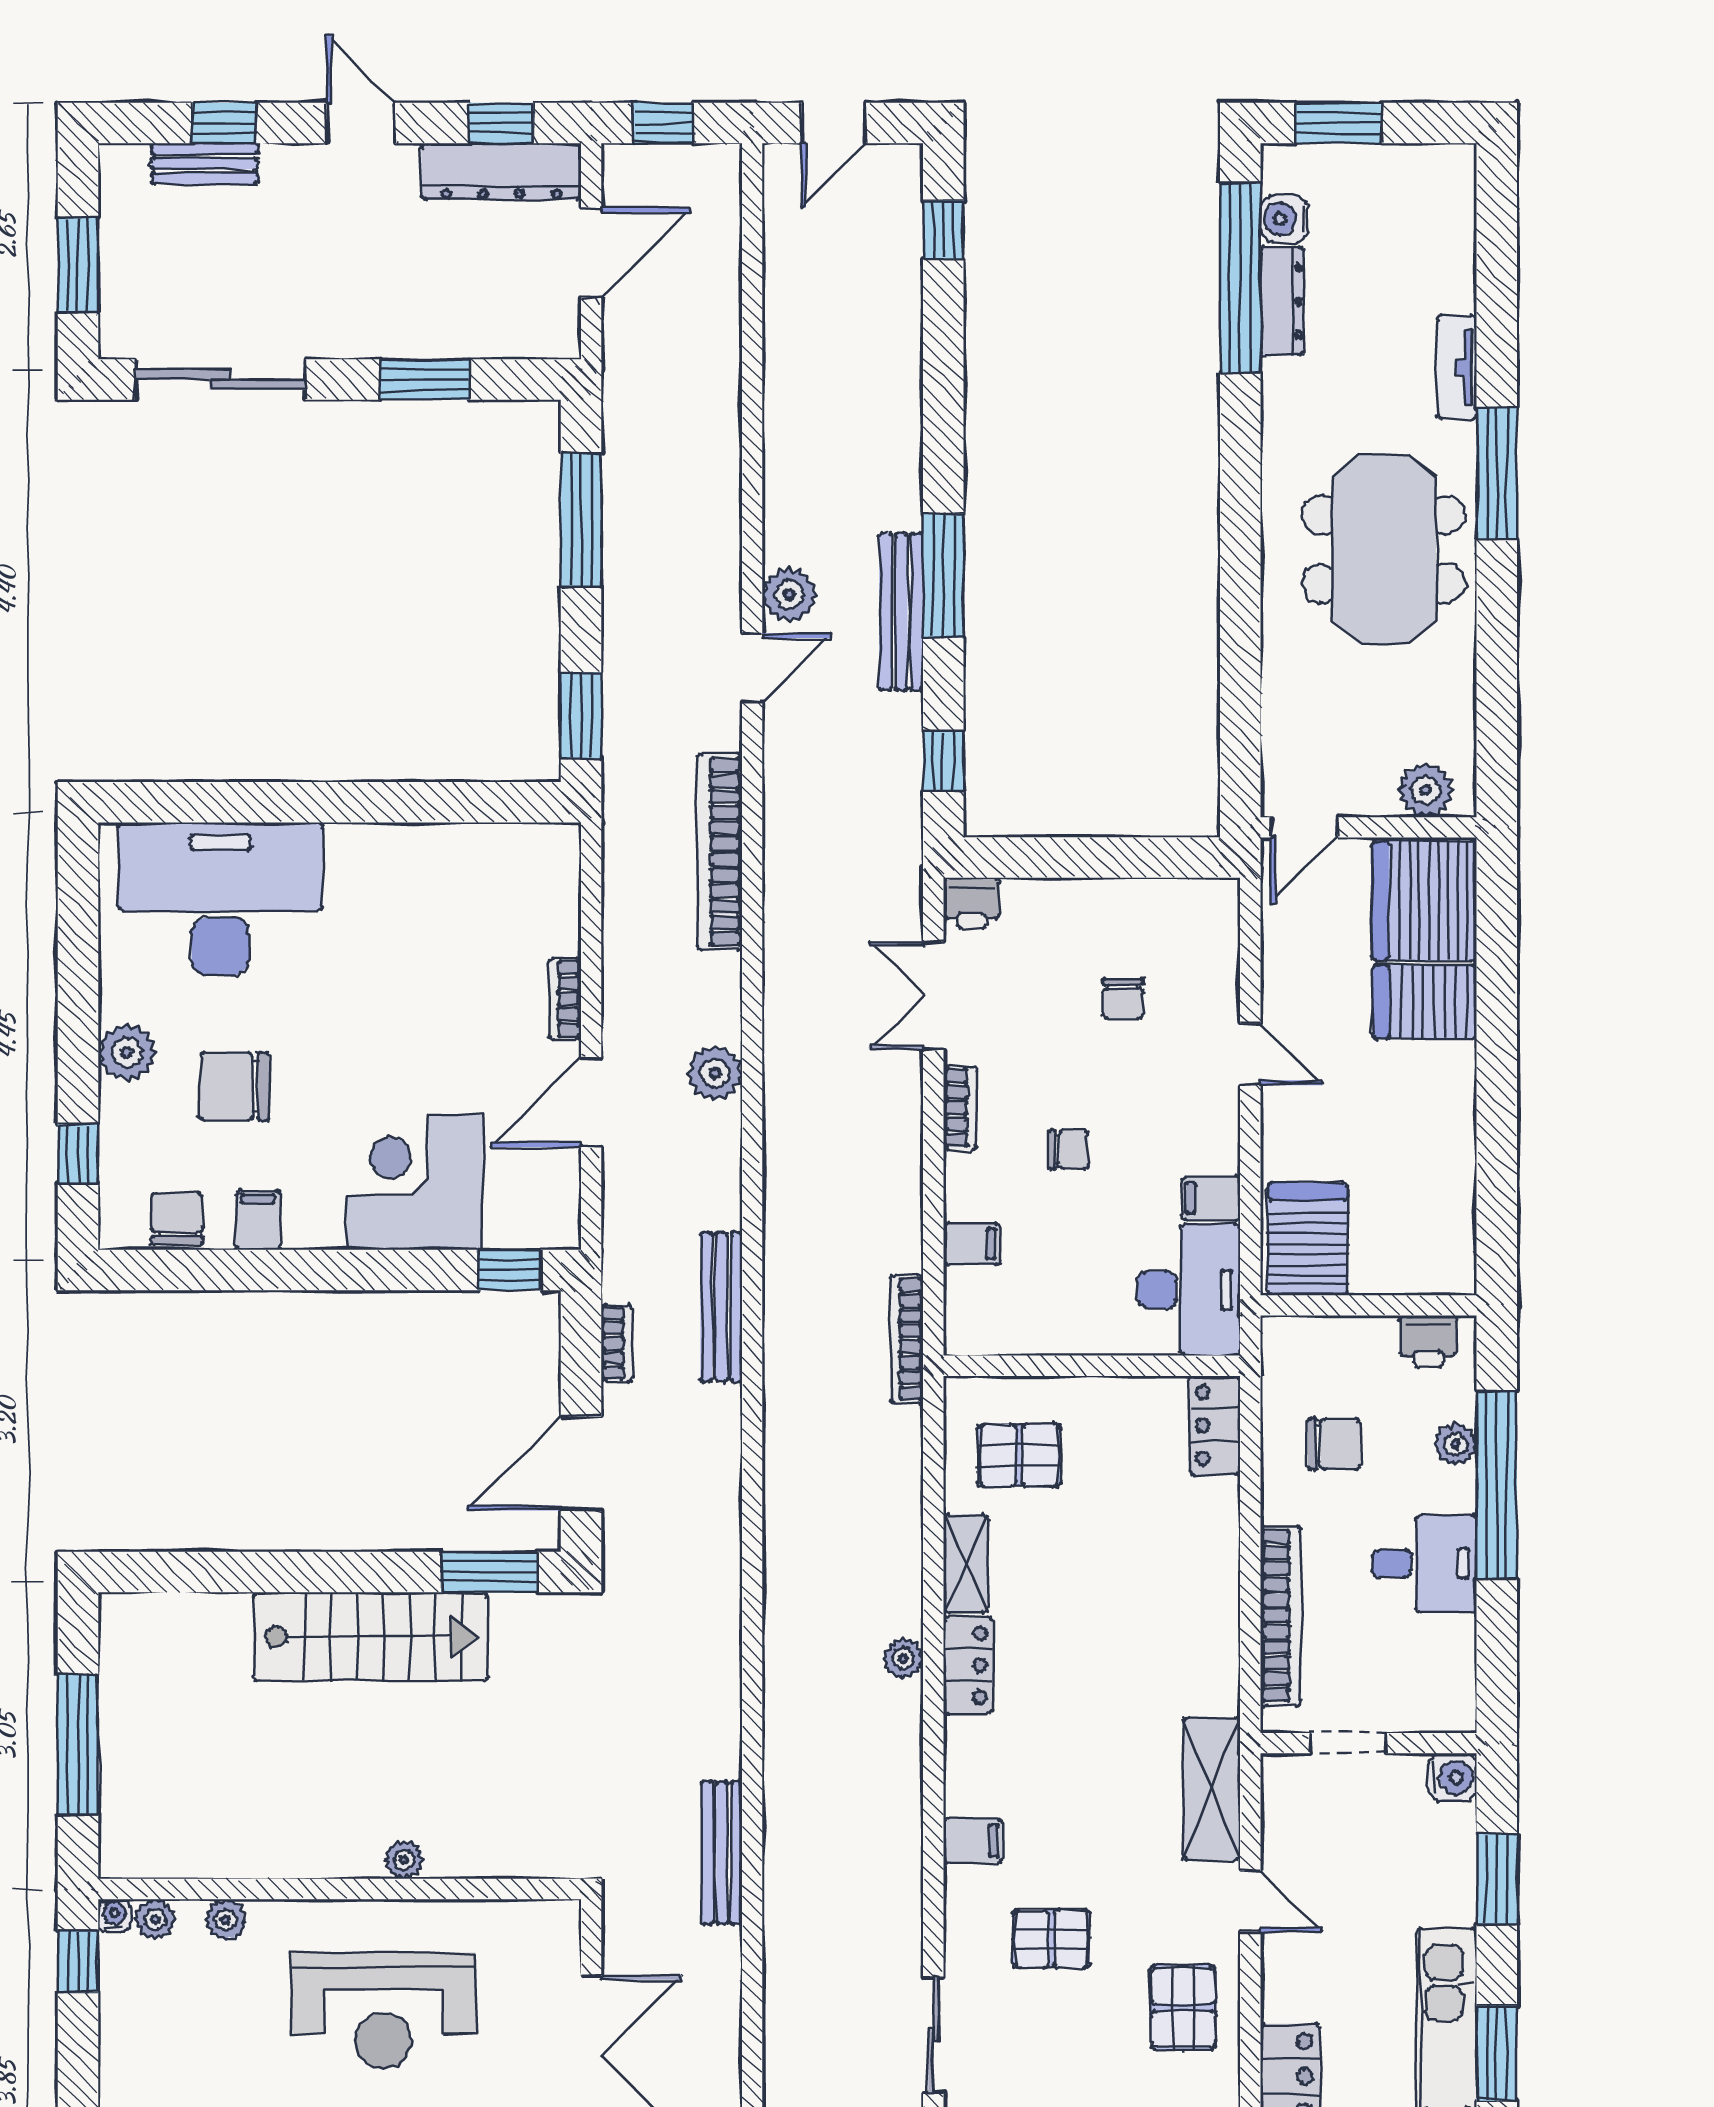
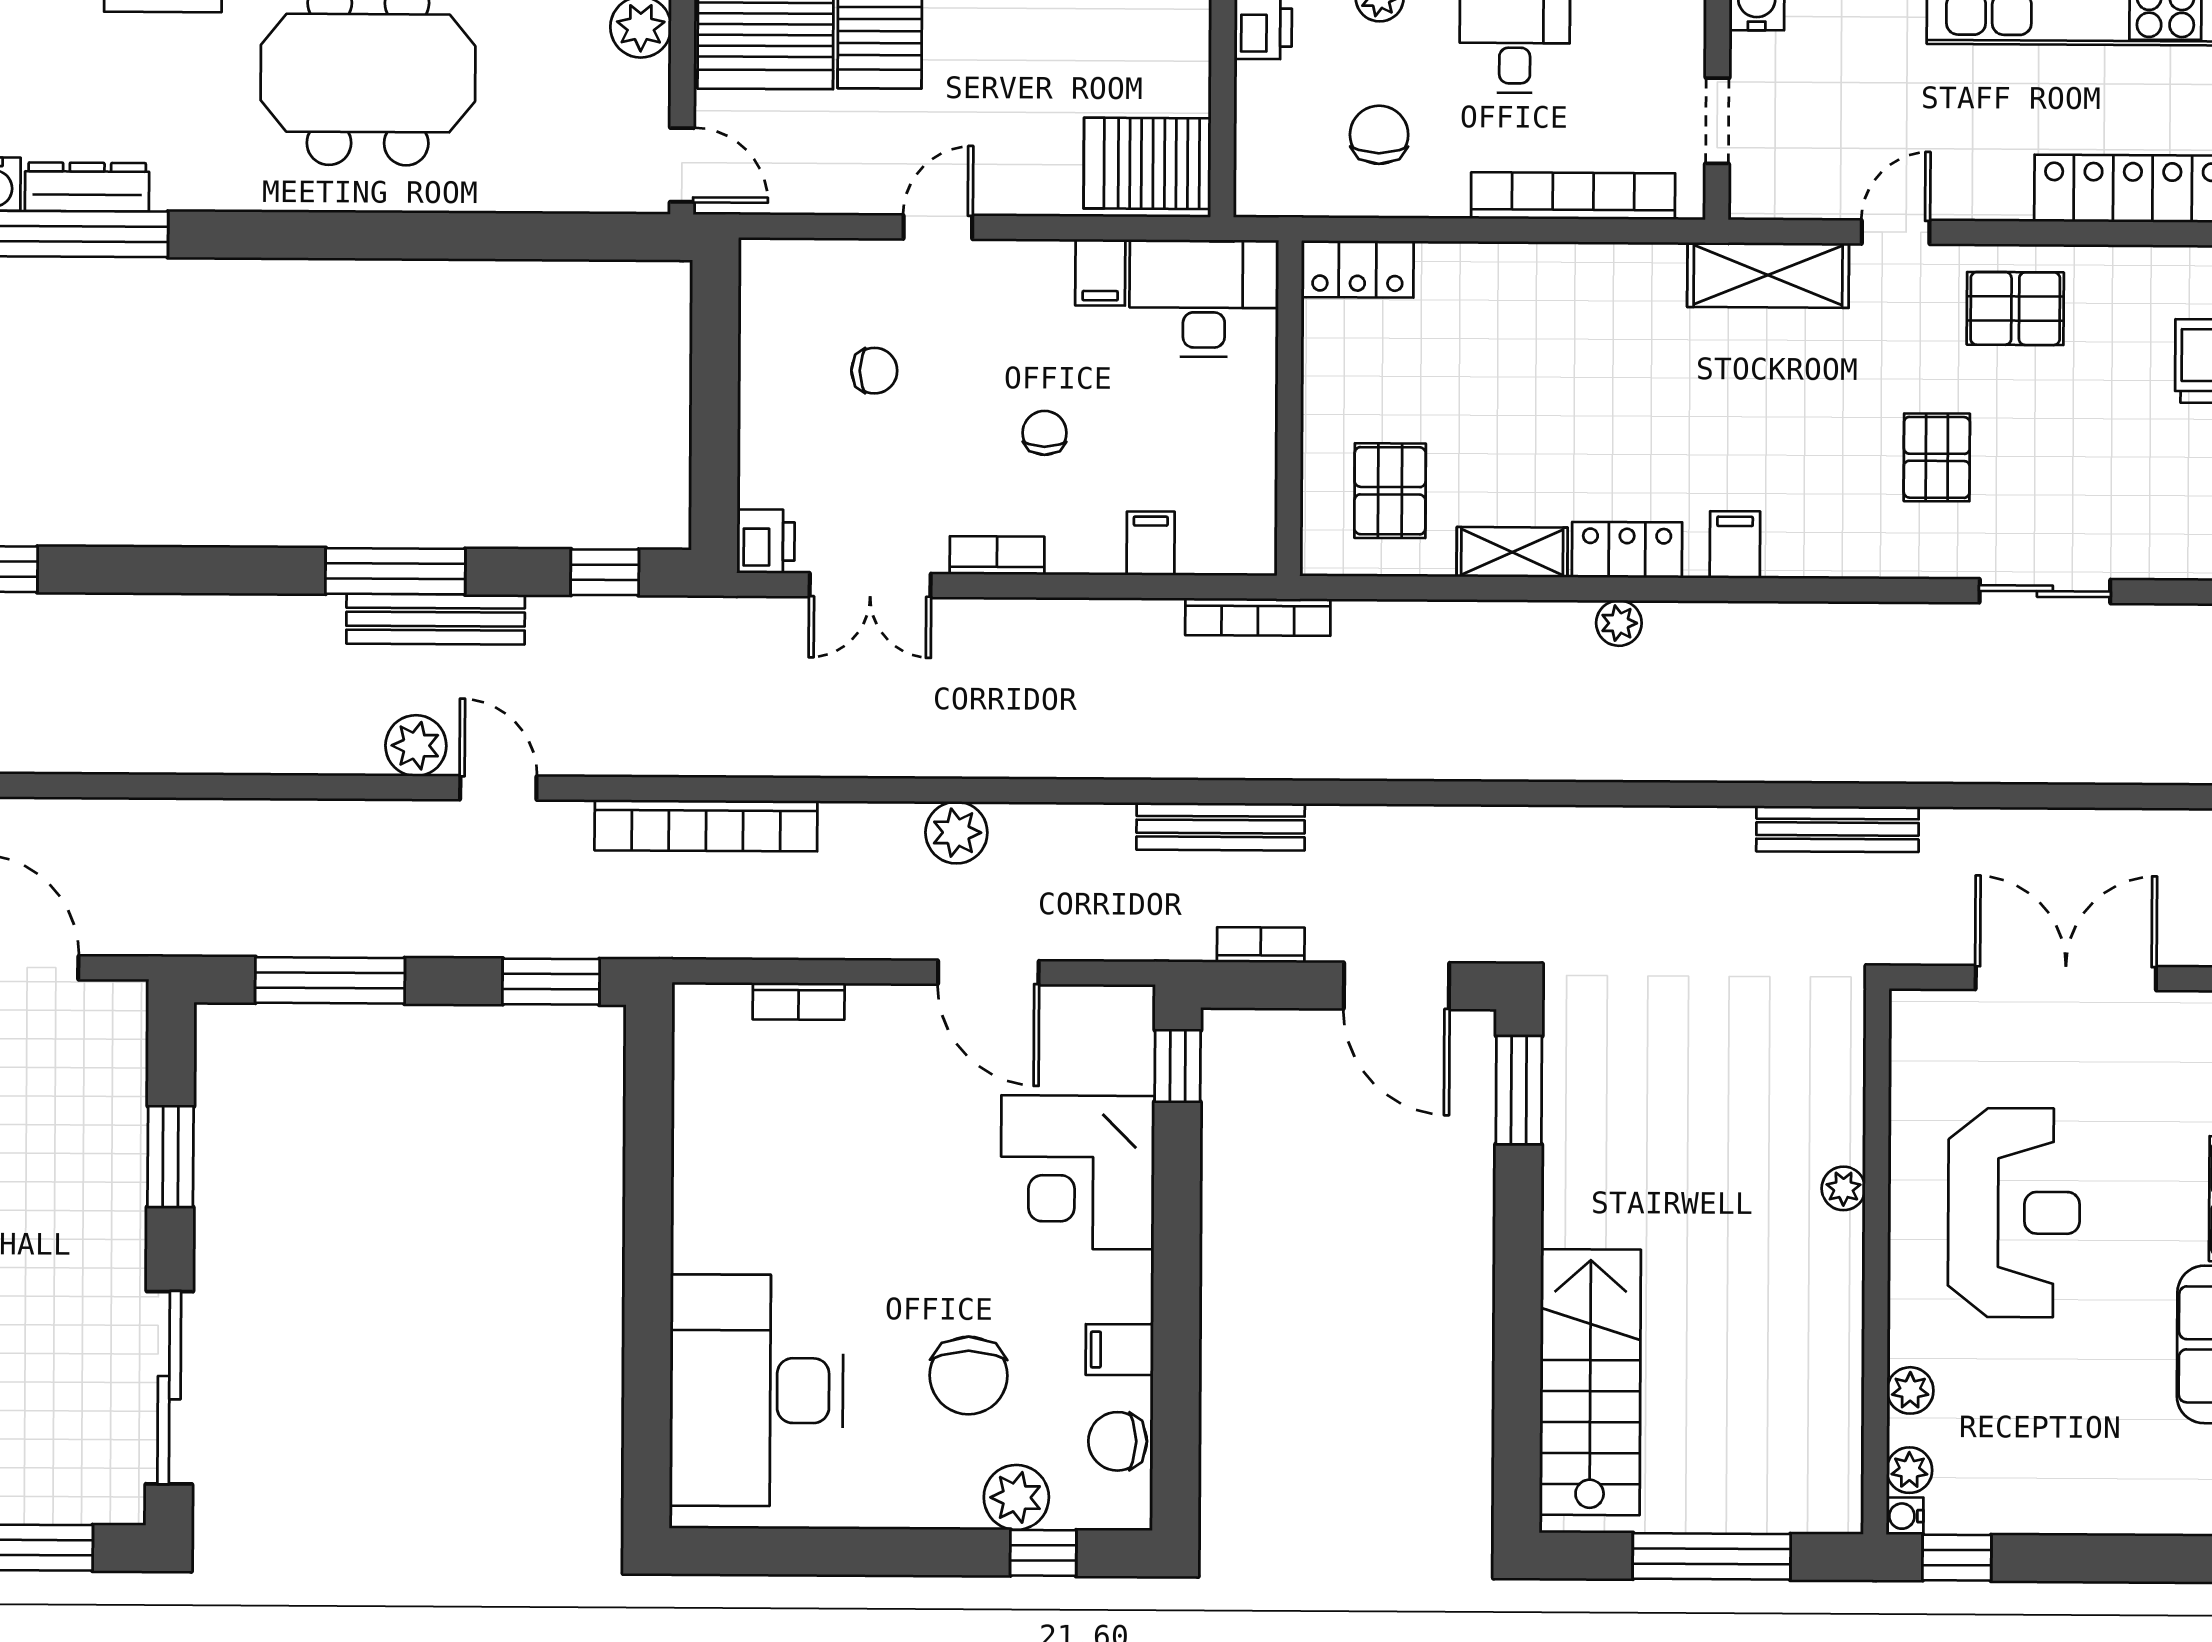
bookcase: (565, 999) -> (799, 1001), moved
plant: (127, 1052) -> (1016, 1497), moved
stairs: (370, 1636) -> (1590, 1382), moved
filing cabinet: (973, 1840) -> (1735, 545), moved

